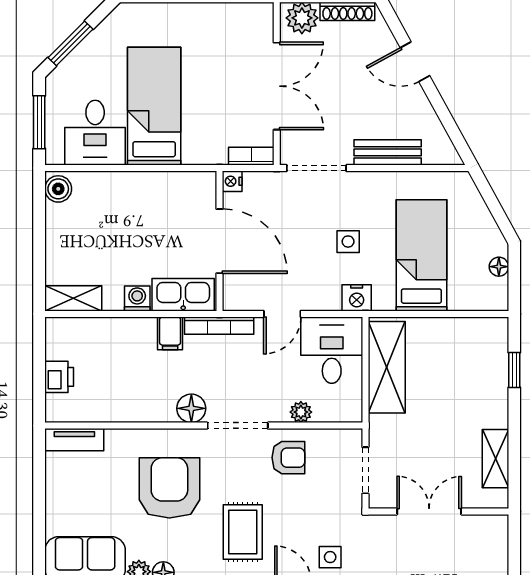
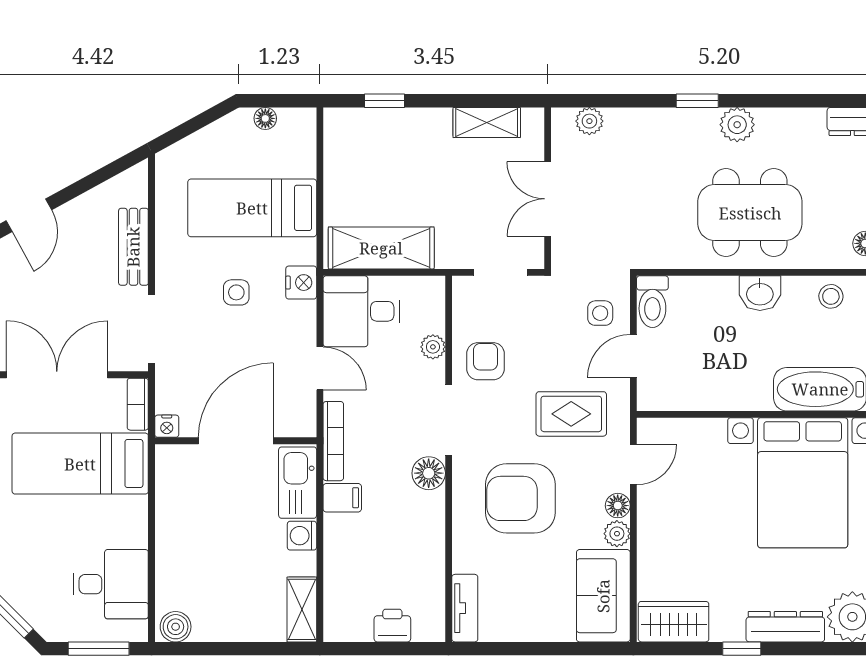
bed: (154, 106) -> (80, 464), moved
plant: (497, 548) -> (589, 121), added

